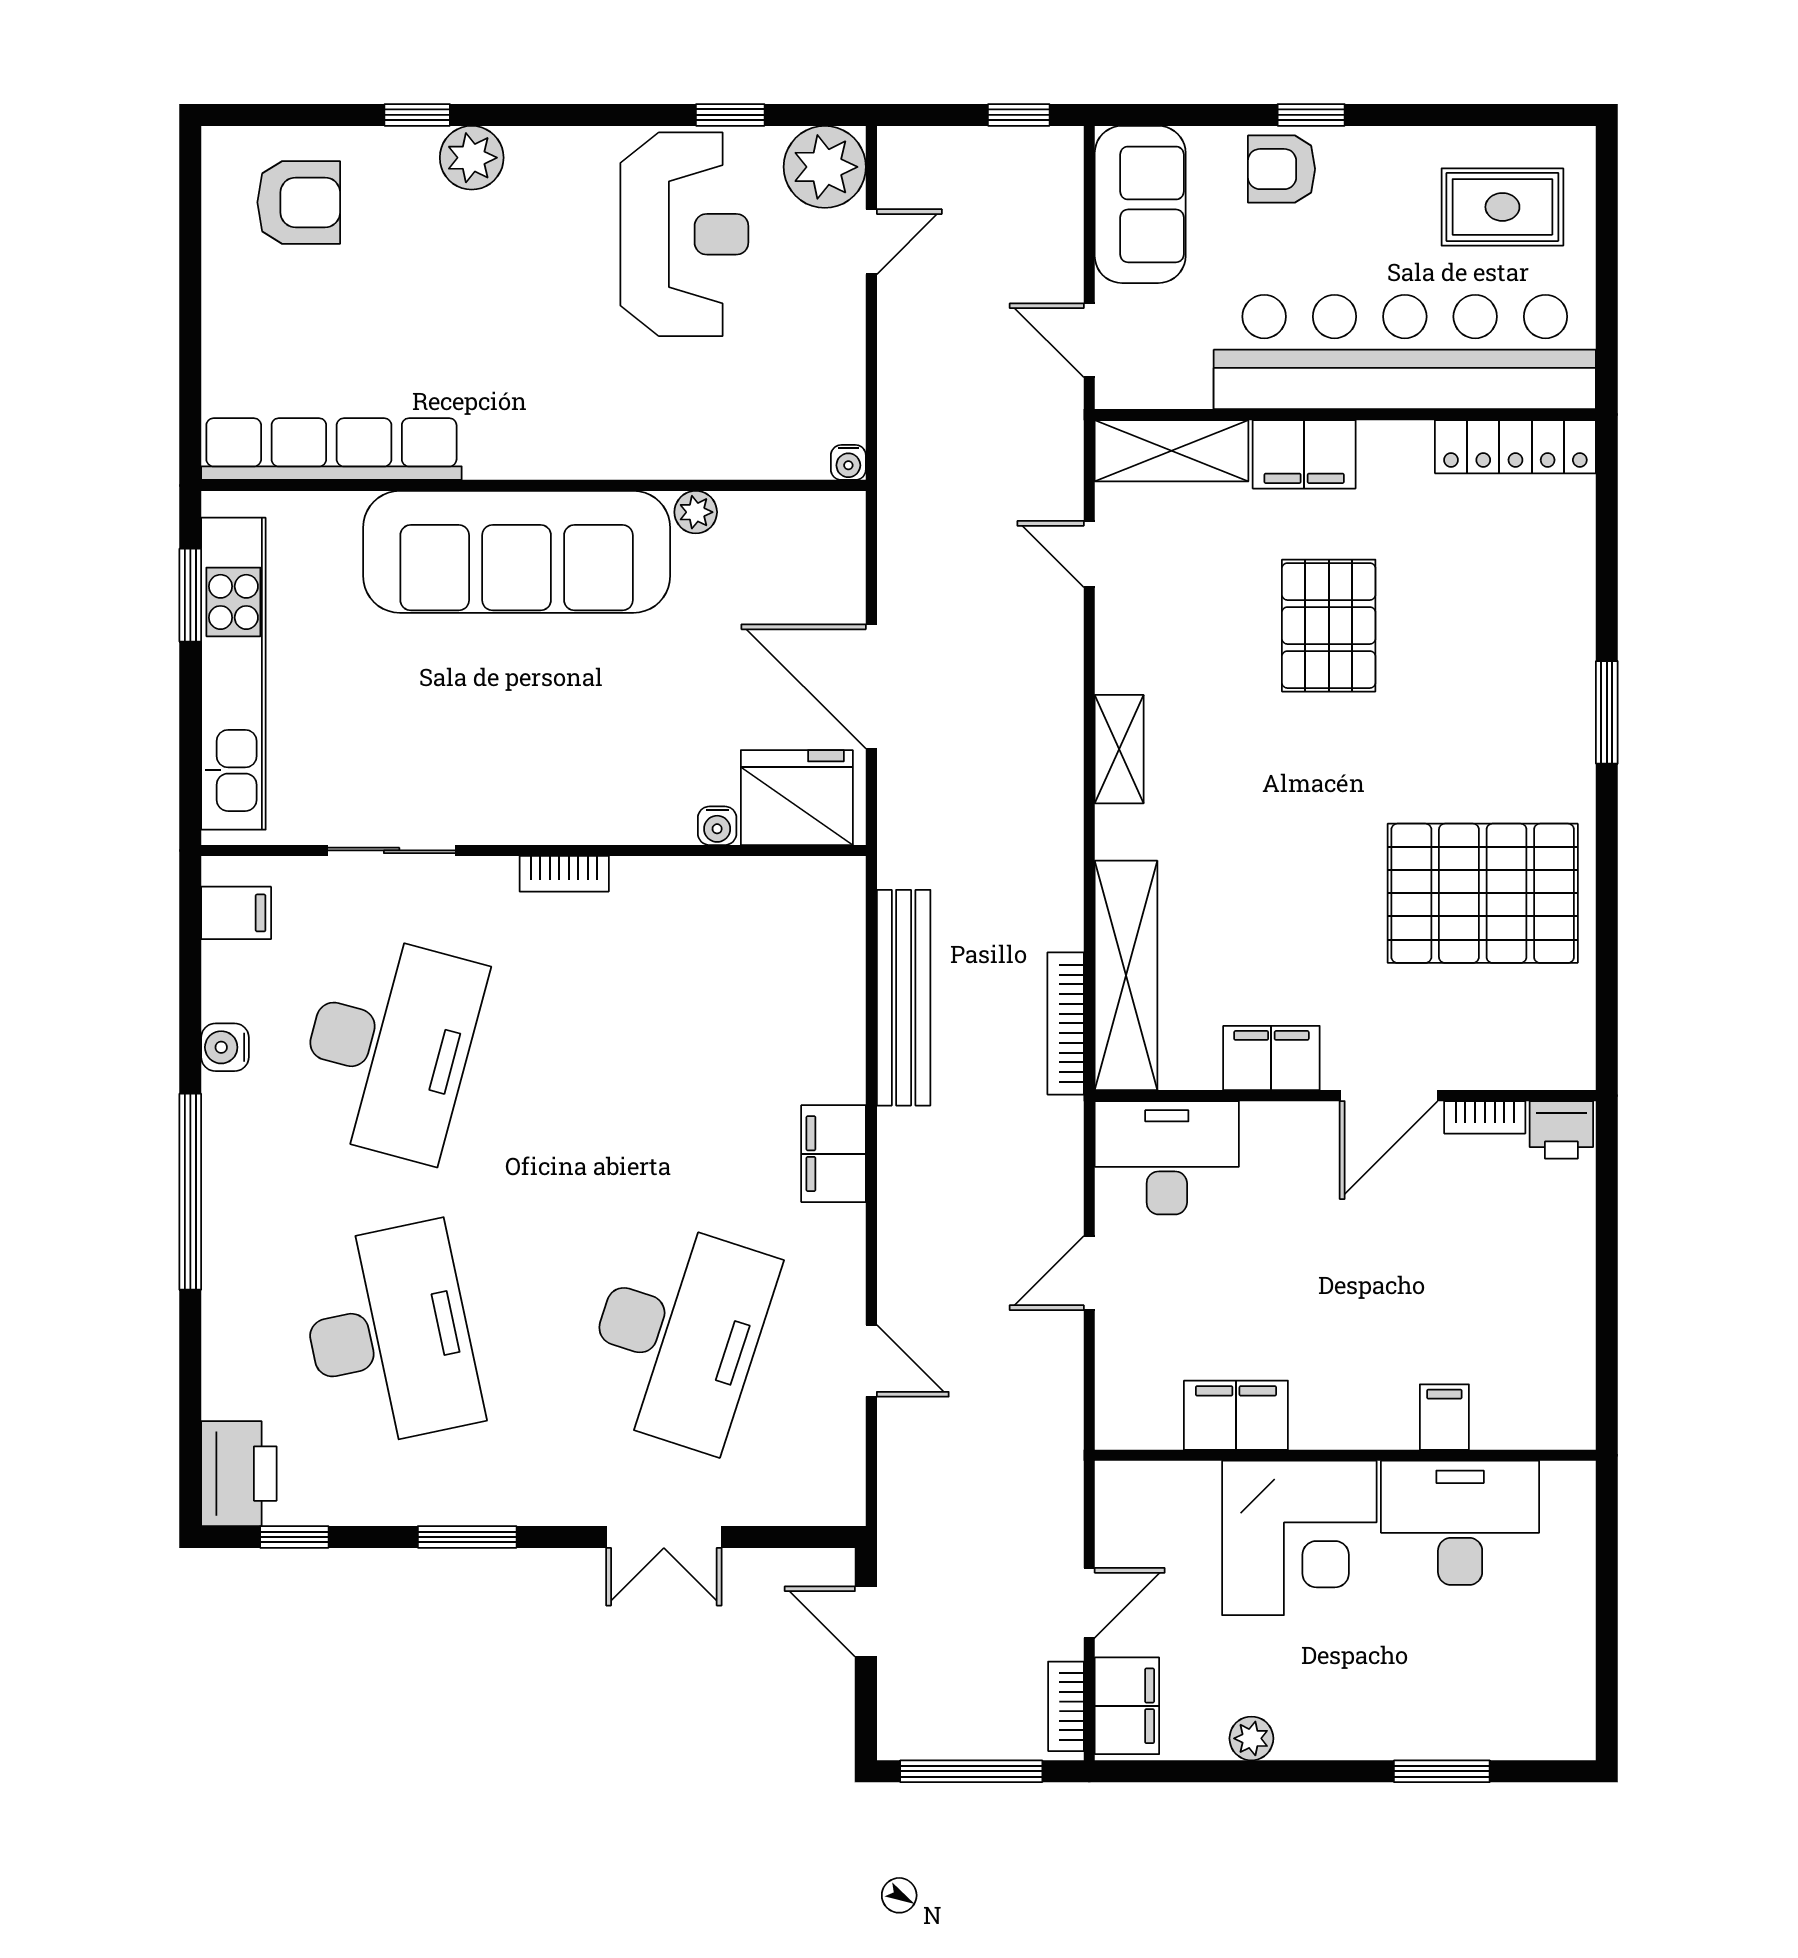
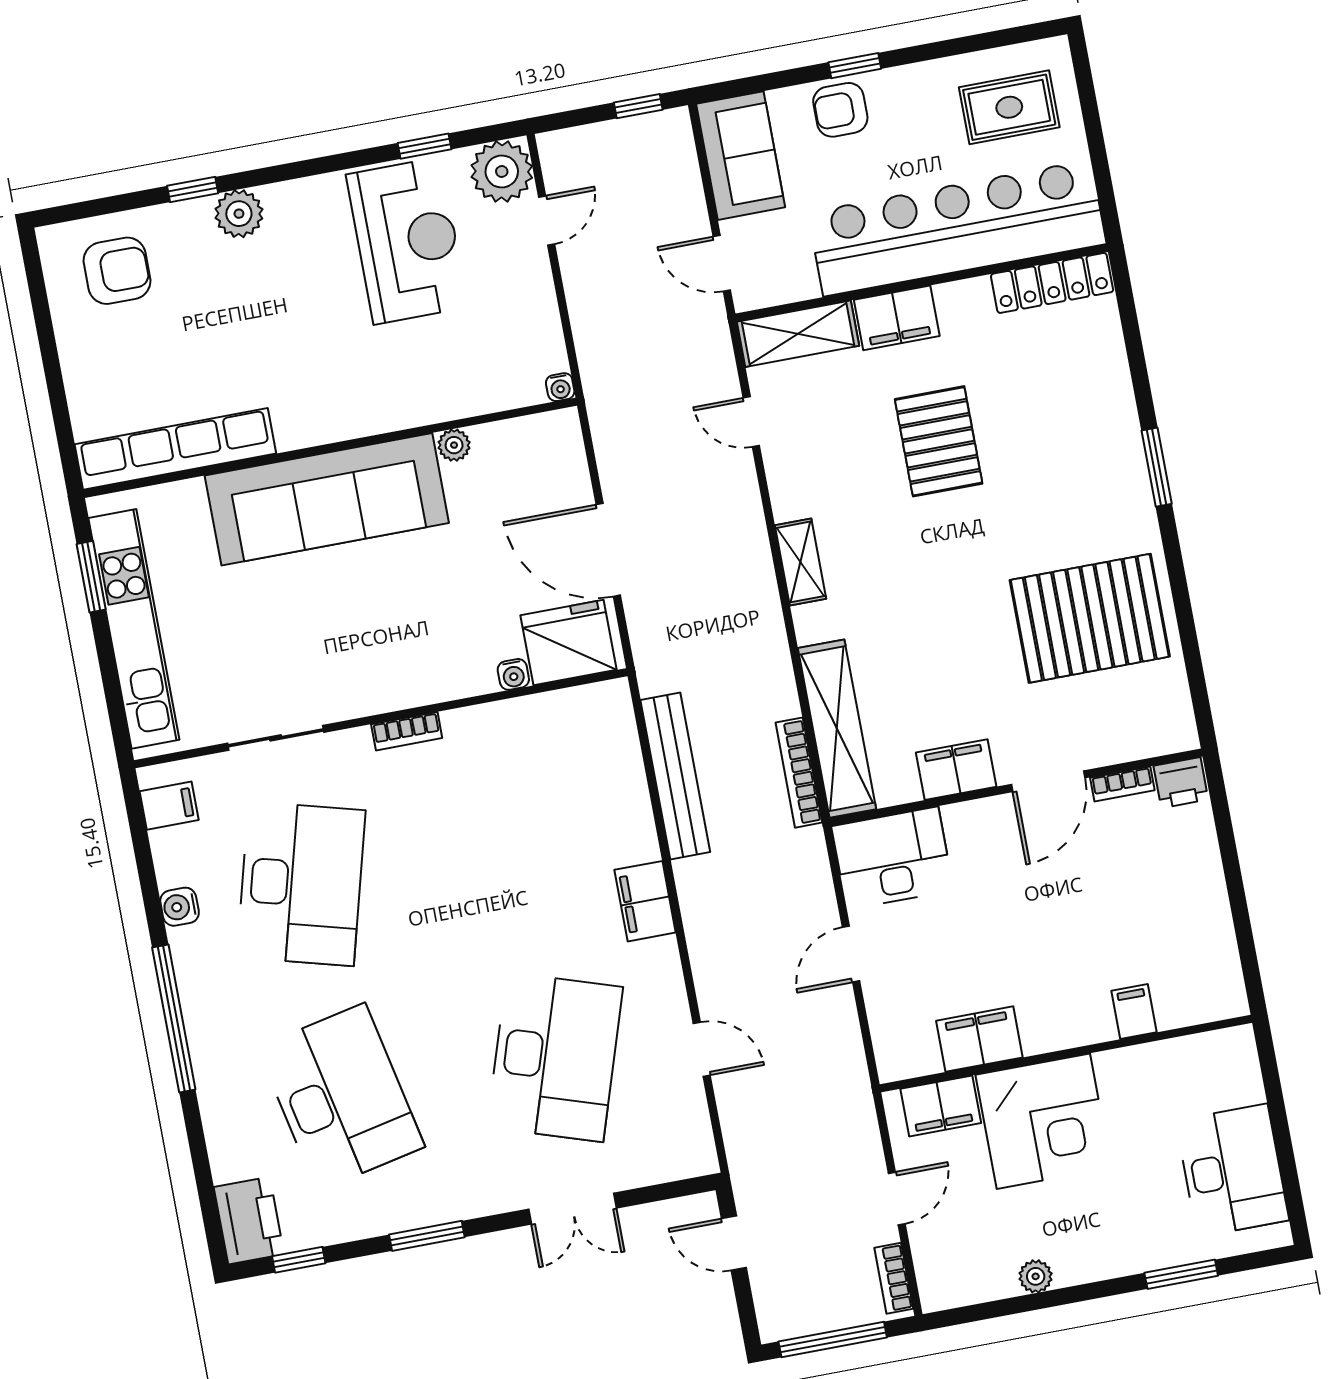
desk: (1460, 1523) -> (1232, 1170), moved, turned 90
filing cabinet: (1127, 1706) -> (941, 1106), moved, turned 90

